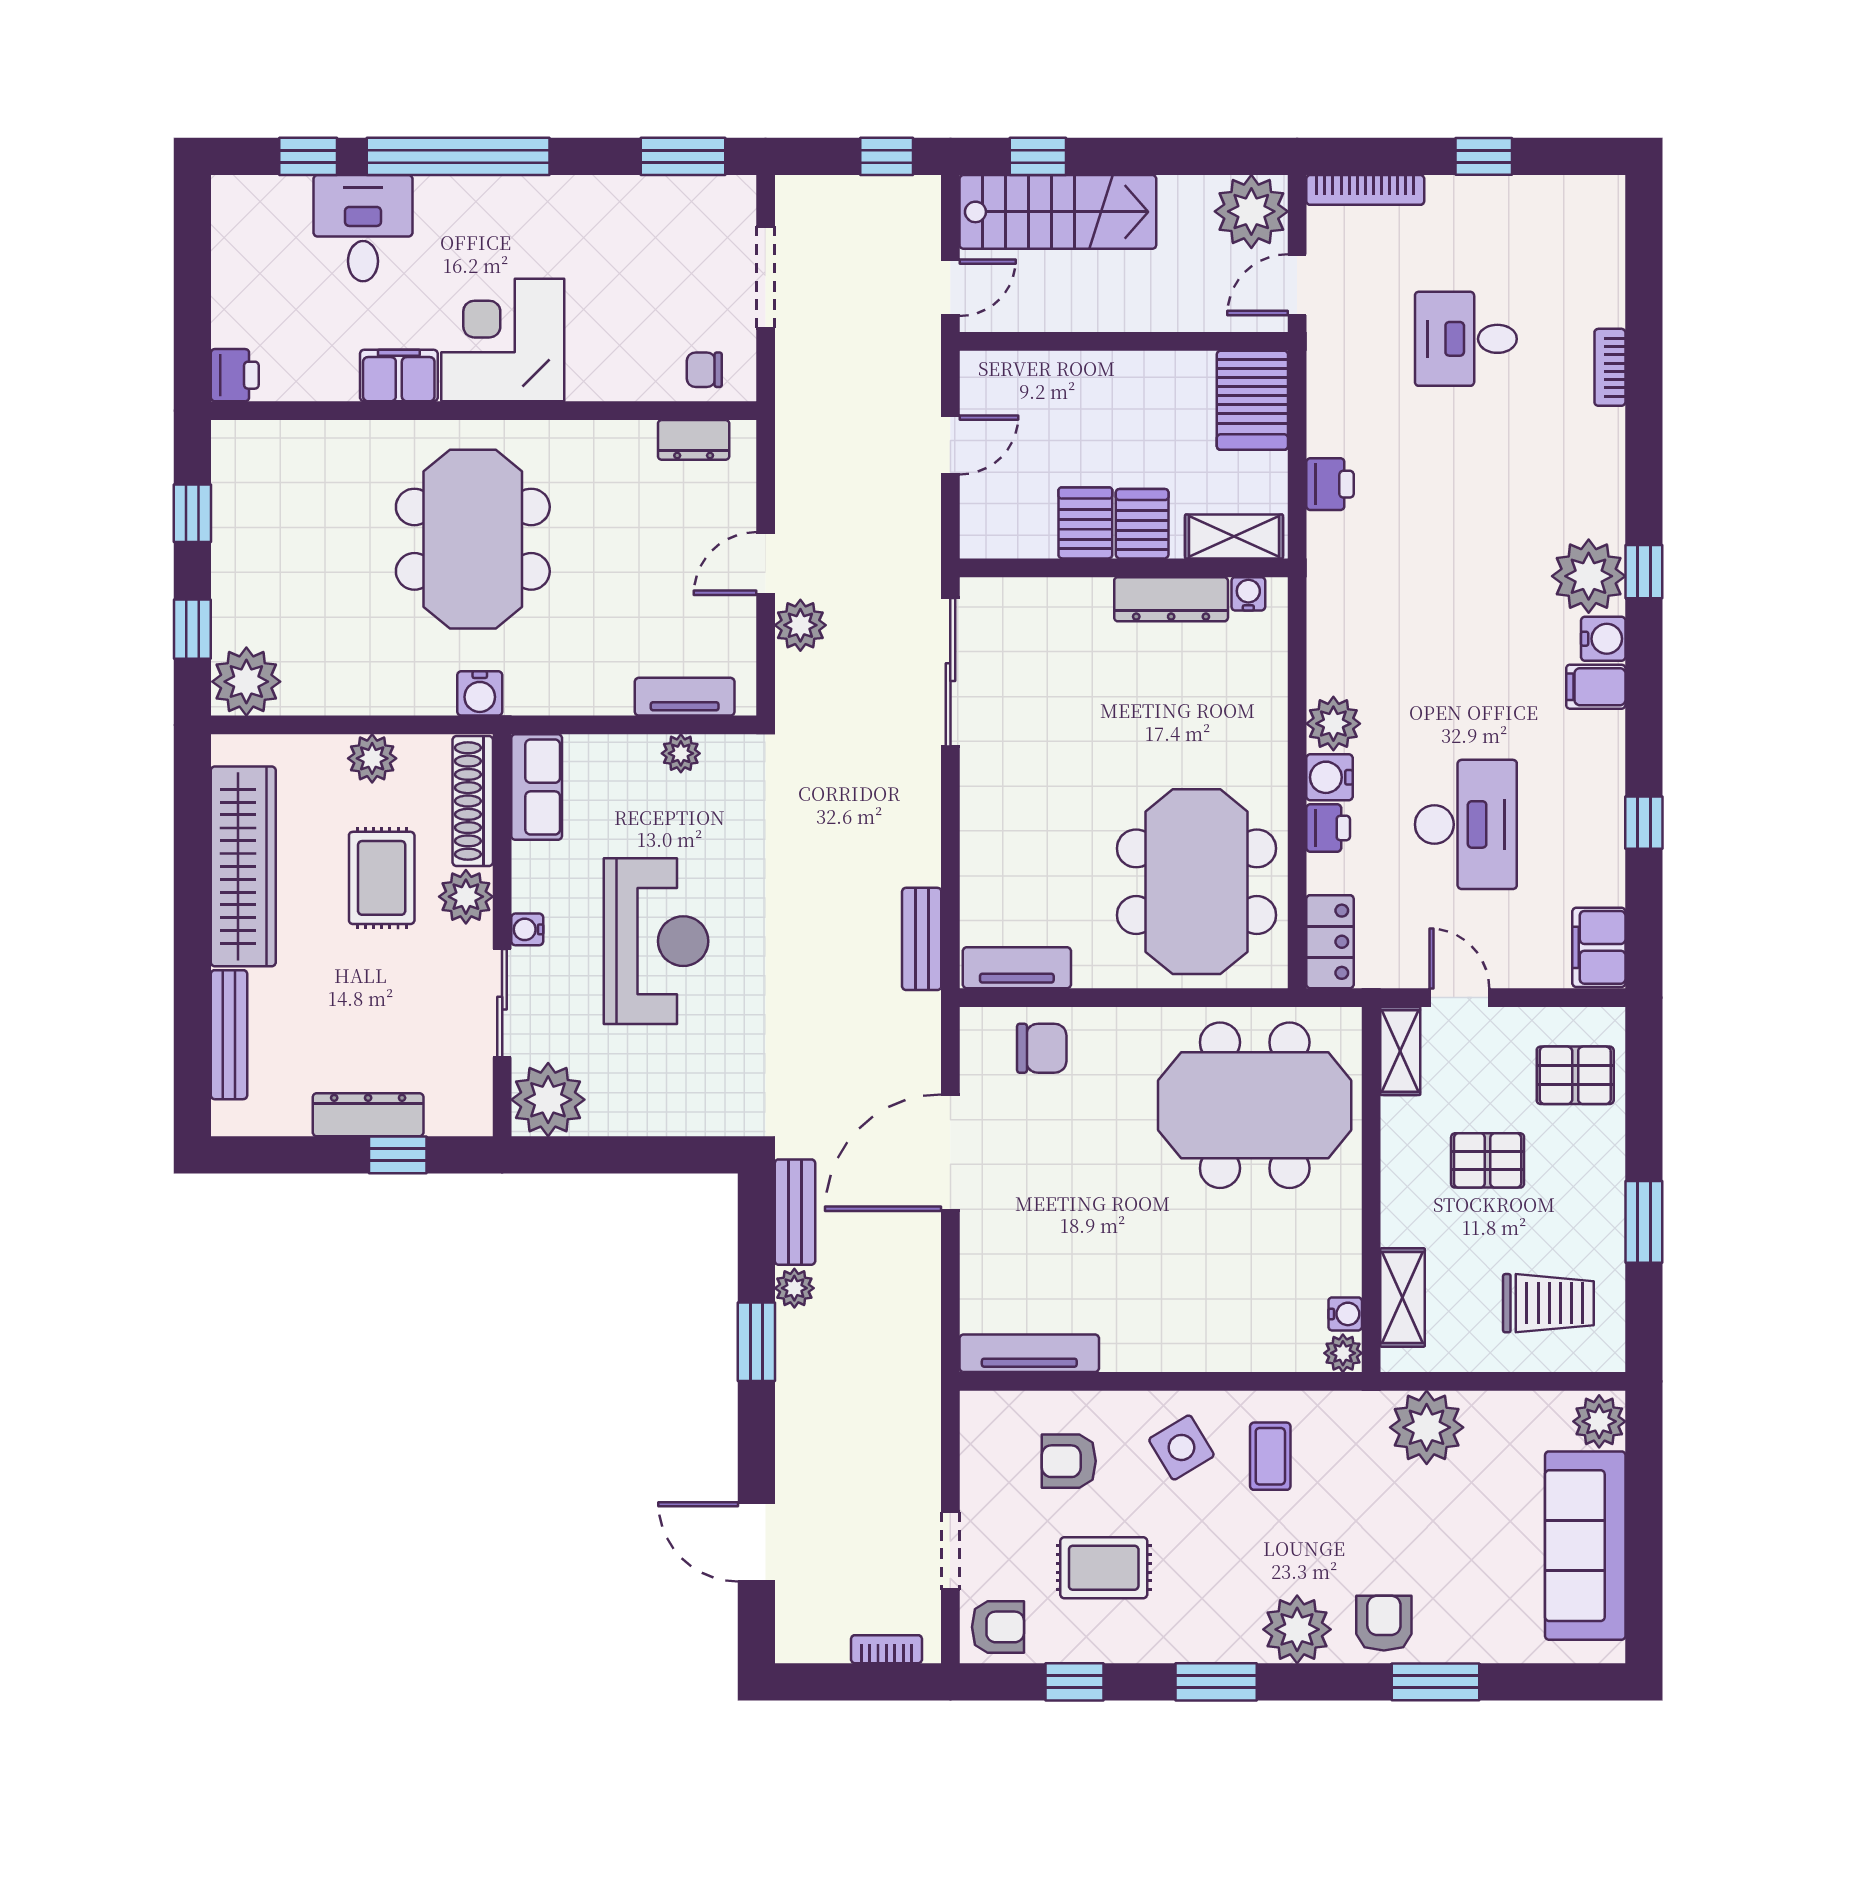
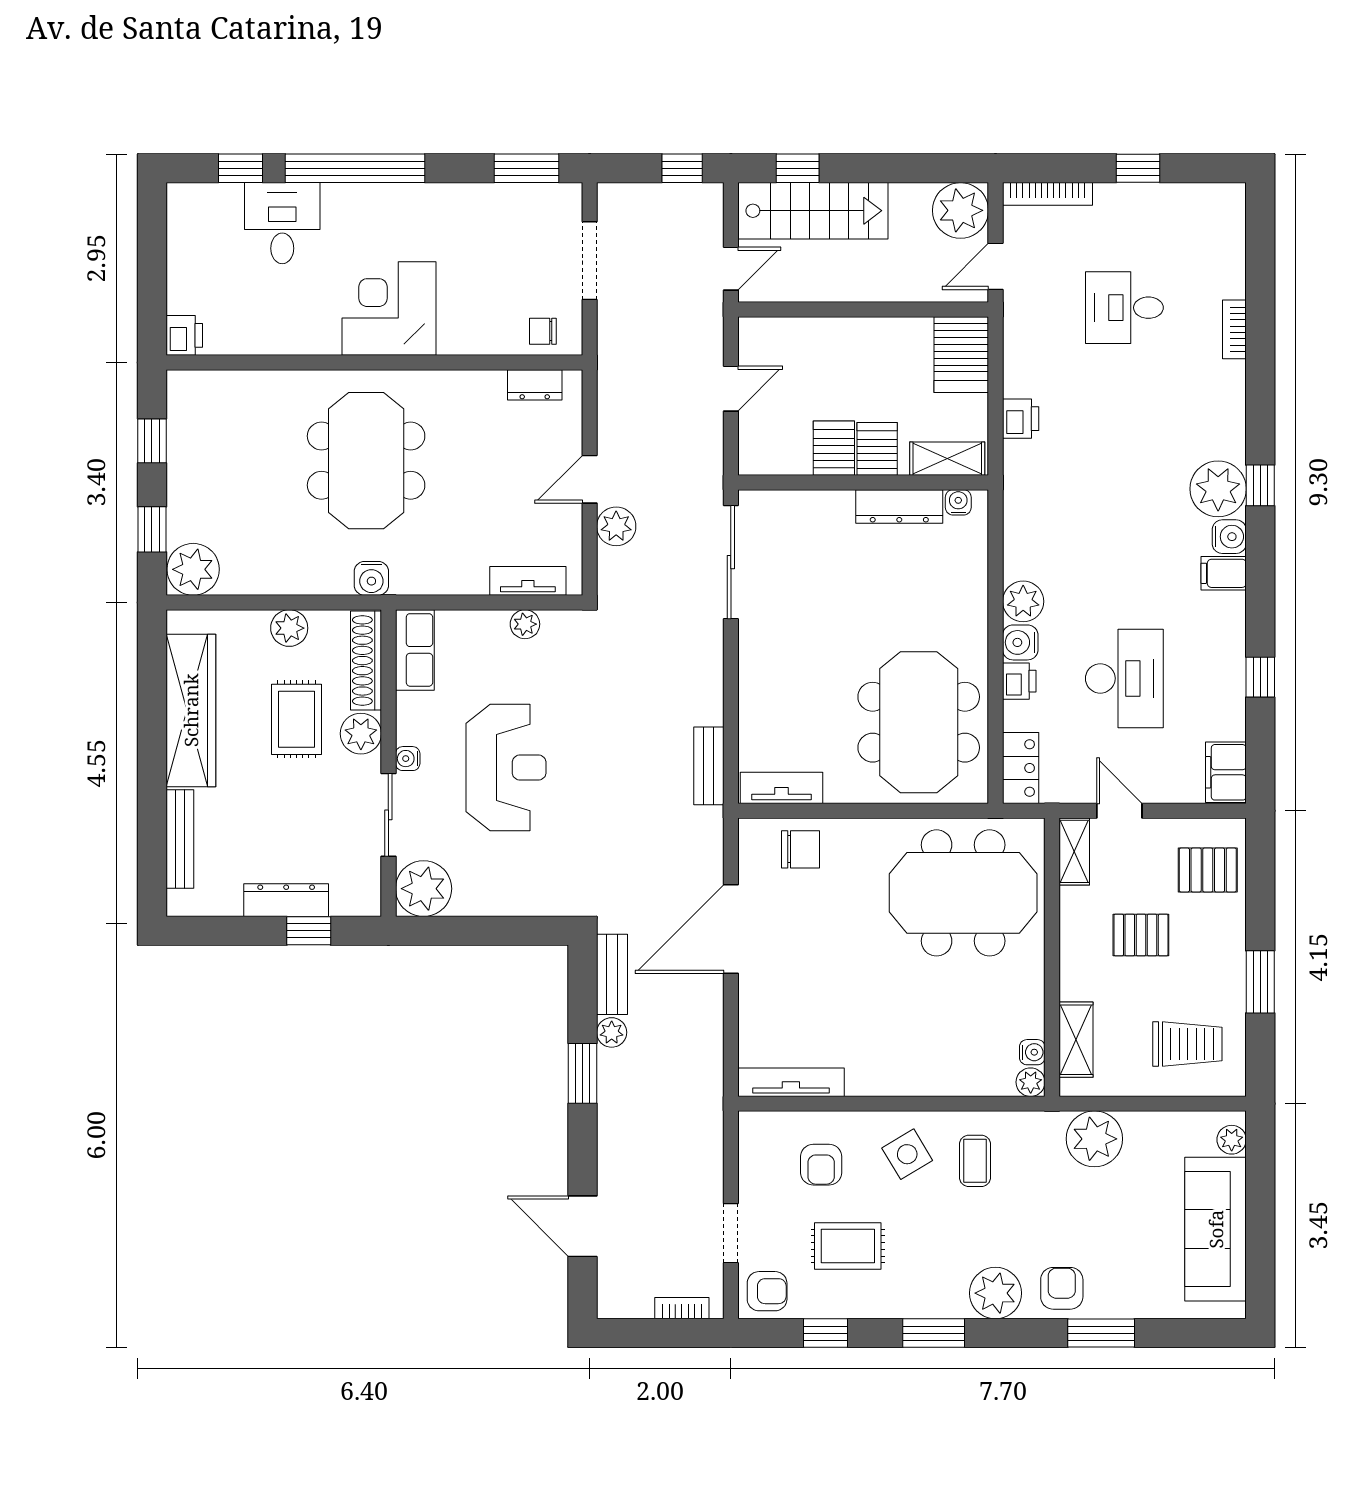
filing cabinet: (399, 376) -> (310, 336), removed
plant: (1599, 1421) -> (1232, 1140), width x0.73, depth x0.73
armchair: (1069, 1461) -> (821, 1165), turned -90

